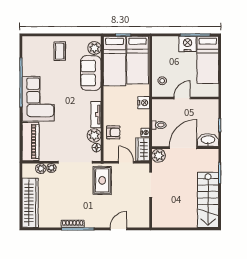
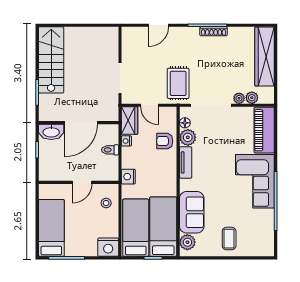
nightstand: (188, 44) -> (108, 247), moved
plant: (159, 156) -> (110, 113), removed

